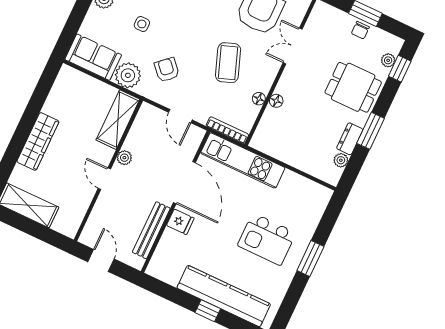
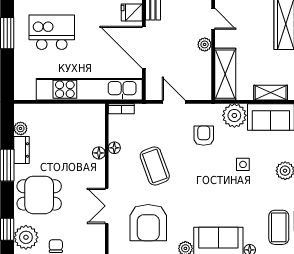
double door: (293, 46) -> (107, 206), swing flipped
plant: (388, 60) -> (26, 237), width x1.88, depth x1.88
armchair: (167, 70) -> (204, 136), turned -138
shelving: (82, 81) -> (271, 93), added
bookcase: (227, 130) -> (121, 109), width x0.64
kitchen unit: (243, 160) -> (89, 89), width x1.36

